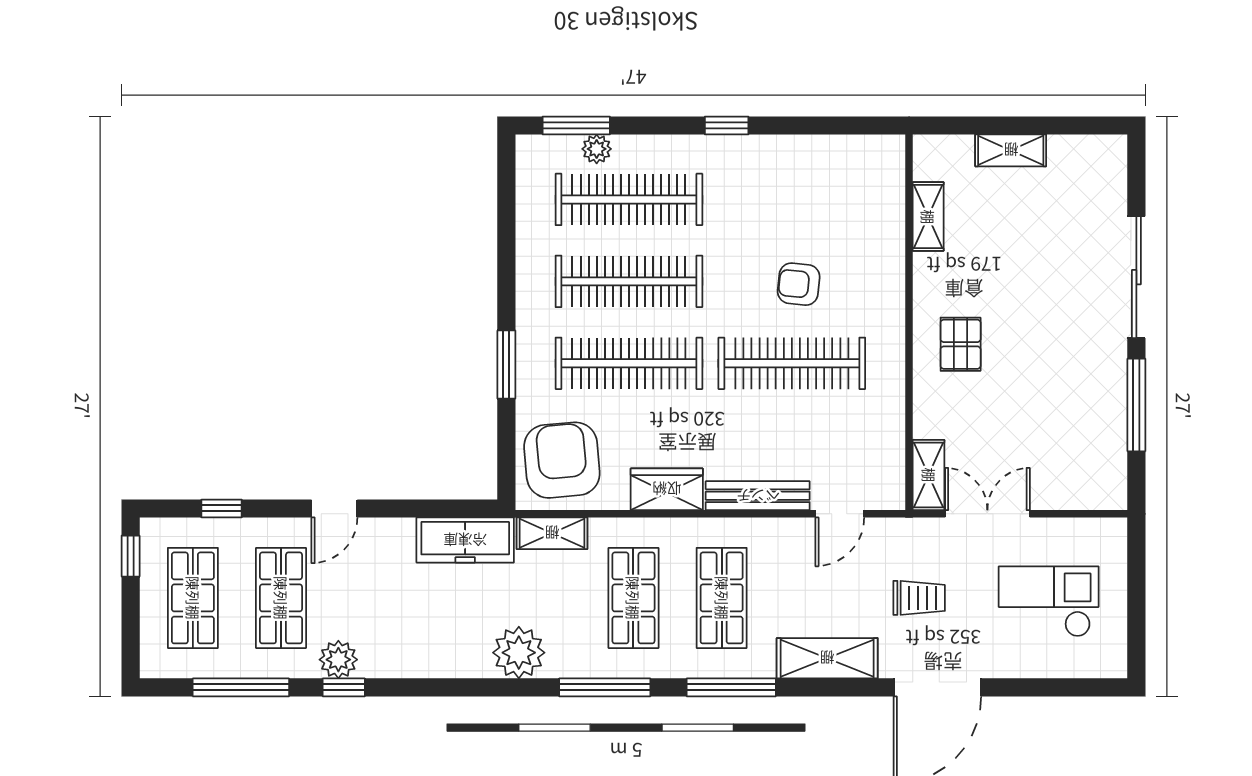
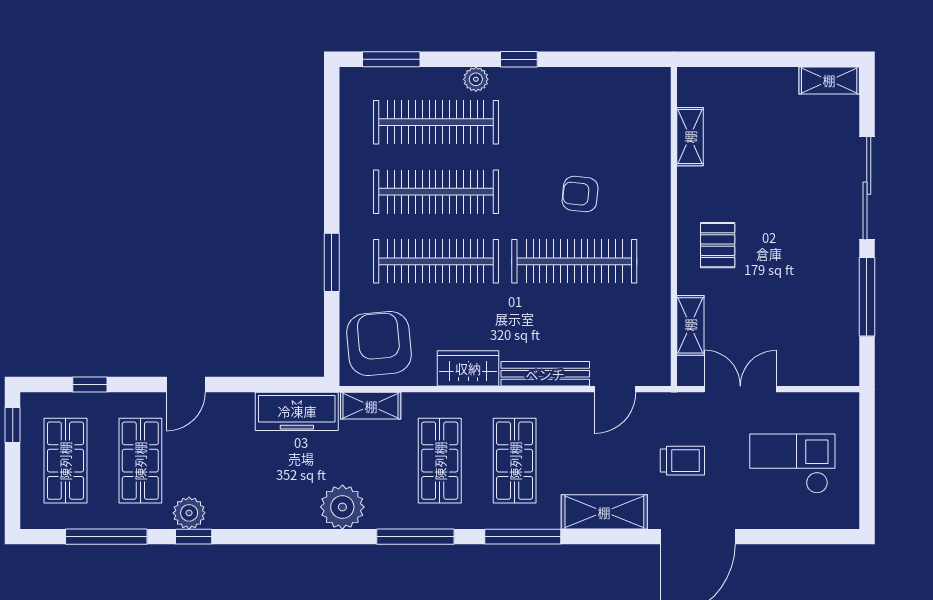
plant: (597, 149) -> (476, 79), moved
shelving: (1011, 150) -> (829, 80), moved
shelving: (929, 475) -> (690, 325), moved

